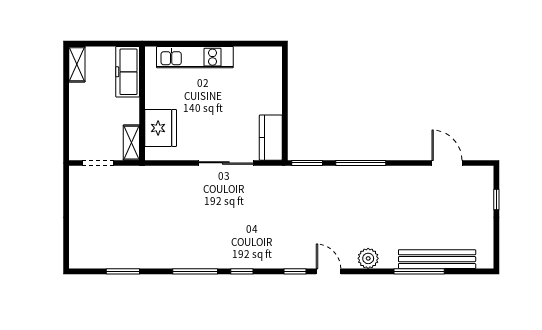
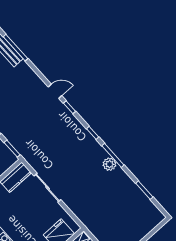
plant: (368, 258) -> (110, 164), moved
door: (329, 271) -> (55, 91), swing flipped

